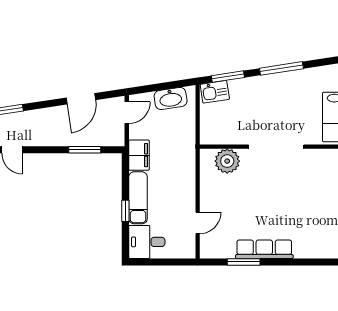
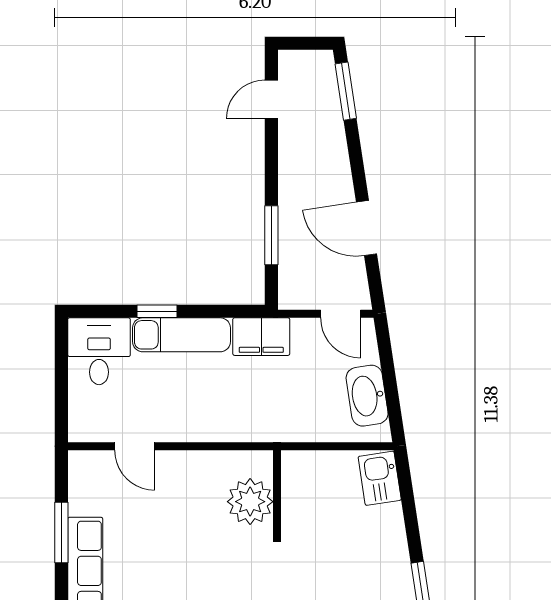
window: (228, 77) -> (408, 503), removed

